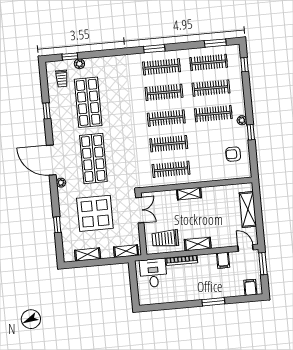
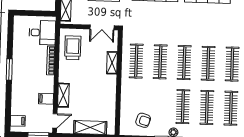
armchair: (233, 154) -> (143, 120), turned 107
shelving: (189, 194) -> (112, 63), moved
shelving: (198, 244) -> (63, 95), moved
window: (213, 302) -> (9, 69), moved

